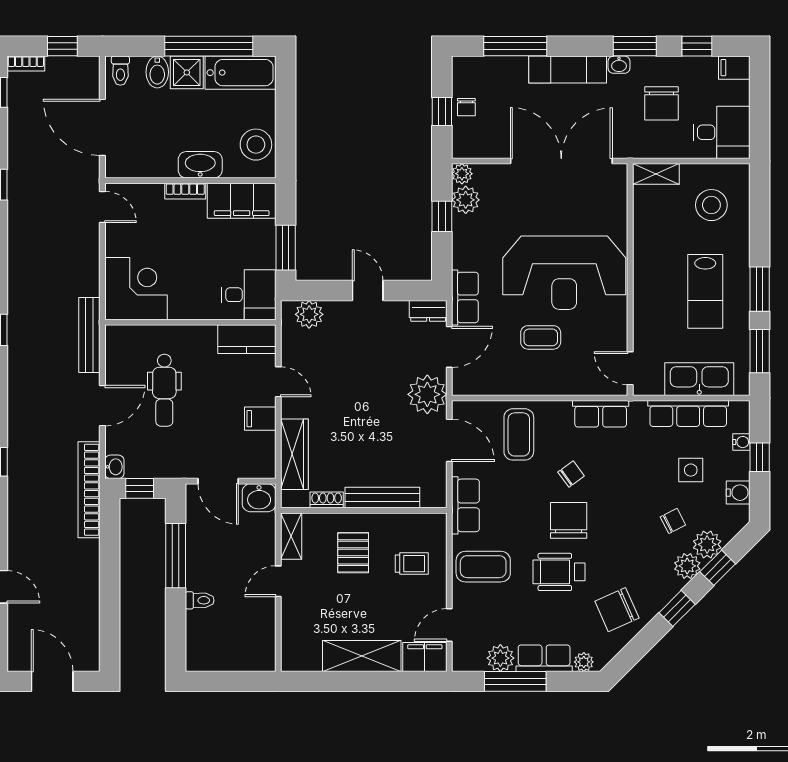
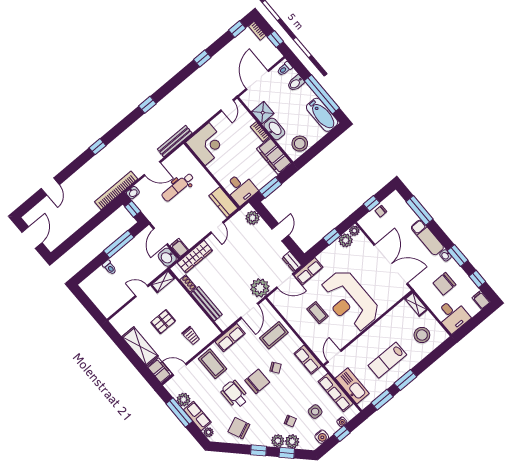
shower: (187, 72) -> (263, 113), moved
filing cabinet: (260, 419) -> (179, 248), moved
pallet: (353, 553) -> (163, 322), moved

